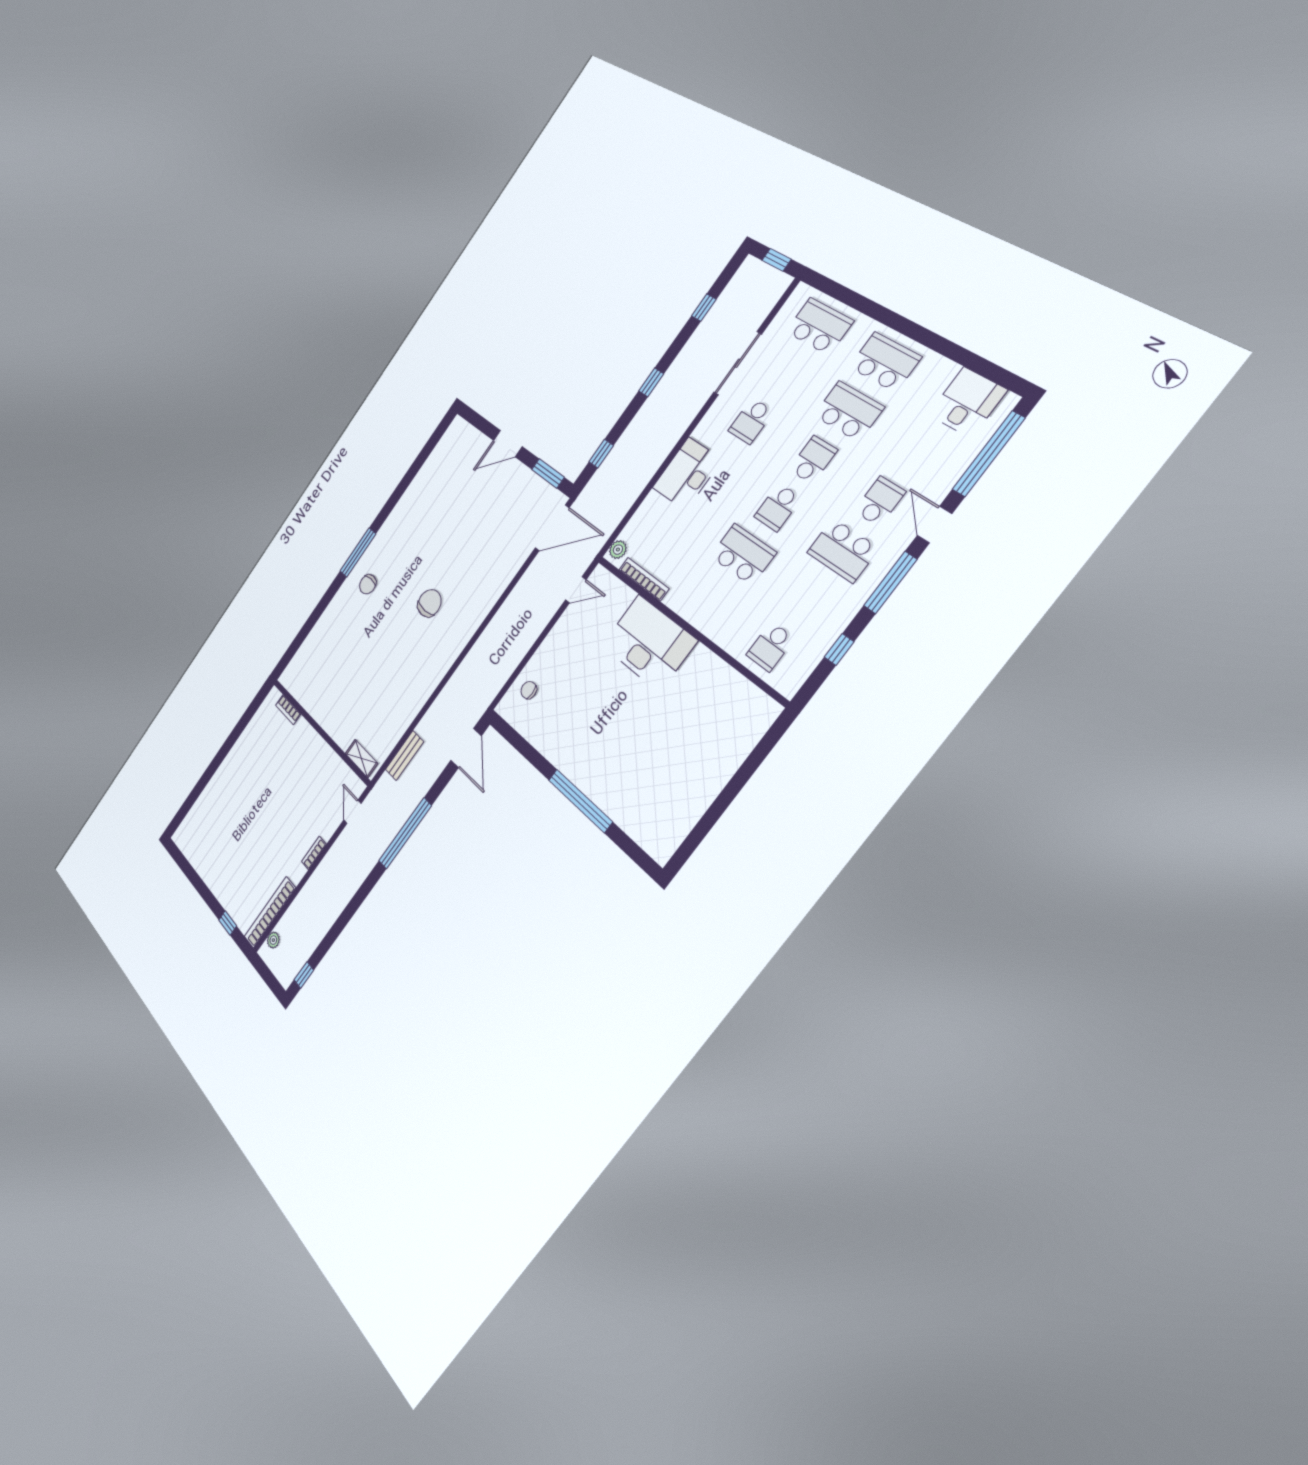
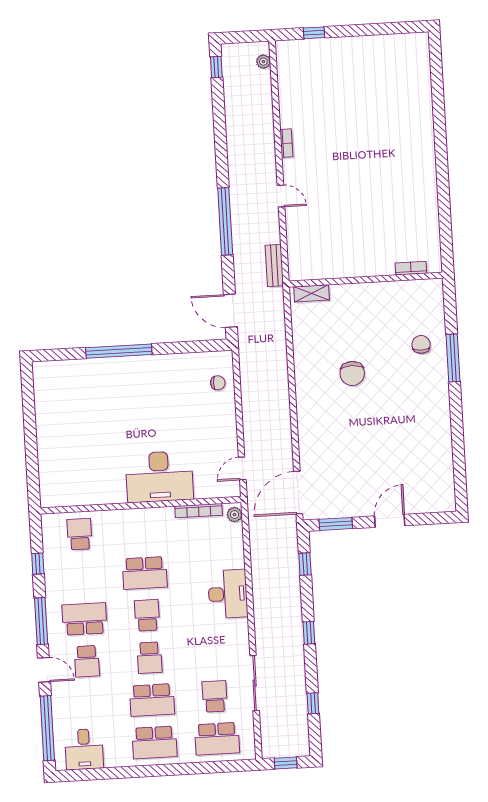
school desk: (751, 421) -> (215, 696), moved
bookcase: (288, 710) -> (411, 268), moved
wall: (321, 731) -> (366, 280), moved
shelving: (361, 758) -> (312, 293), moved
bookcase: (270, 912) -> (285, 74), removed

